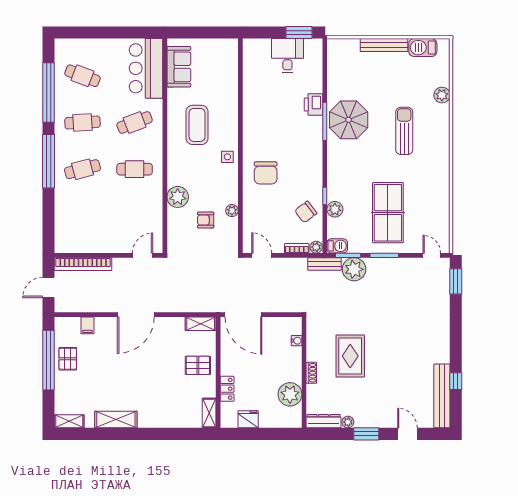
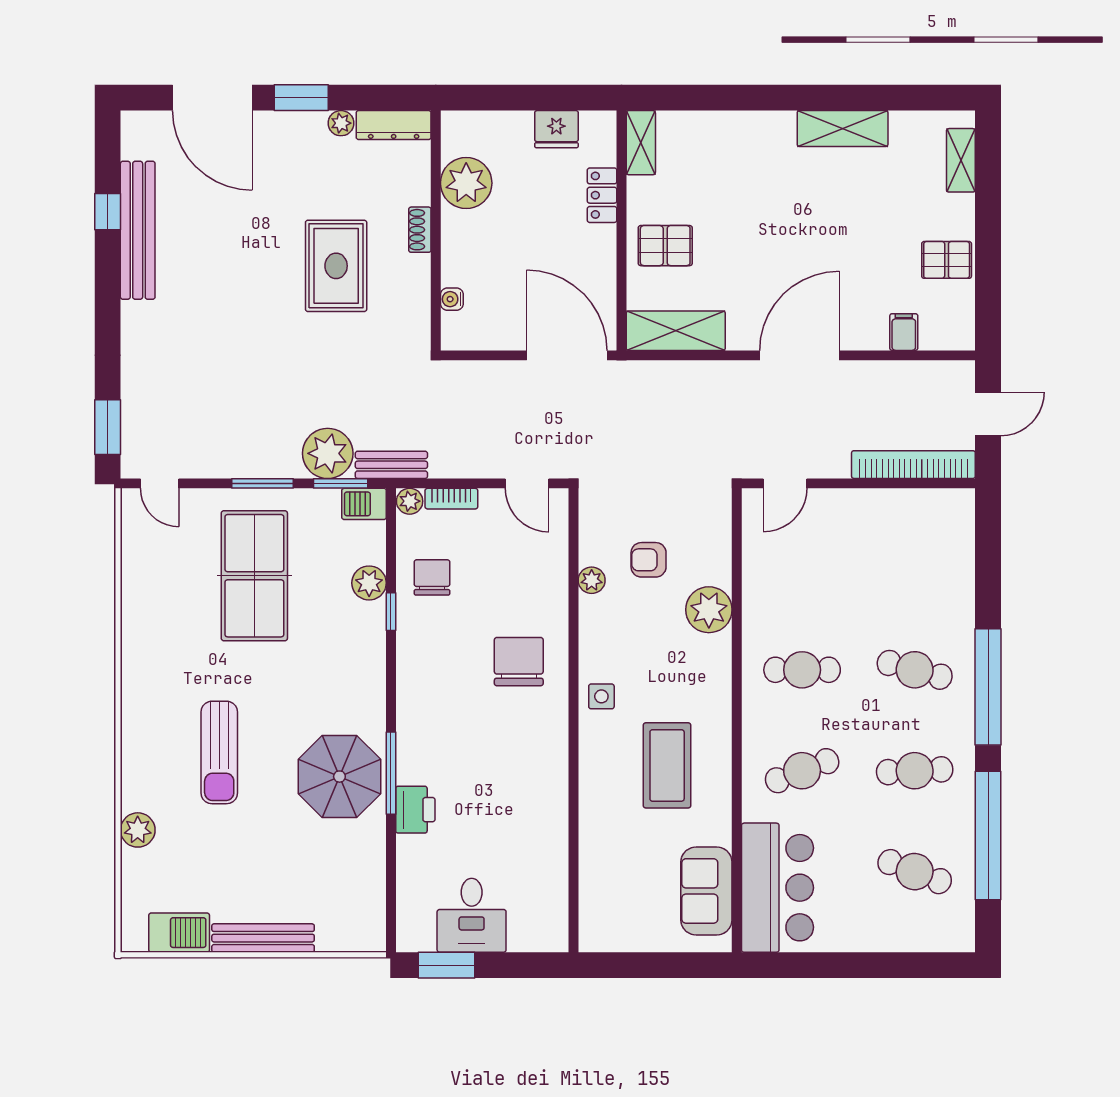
cafe table: (82, 169) -> (915, 670), turned 30
chair: (306, 212) -> (432, 577), turned -53
armchair: (206, 220) -> (649, 560), turned 180
shelving: (201, 324) -> (676, 331), width x1.50, depth x1.33
pallet: (68, 359) -> (947, 260), turned 90
window: (49, 360) -> (988, 257), removed
bench: (442, 396) -> (138, 230), moved
shelving: (69, 421) -> (961, 160), moved, turned 90
door: (407, 434) -> (212, 98), width x1.88

